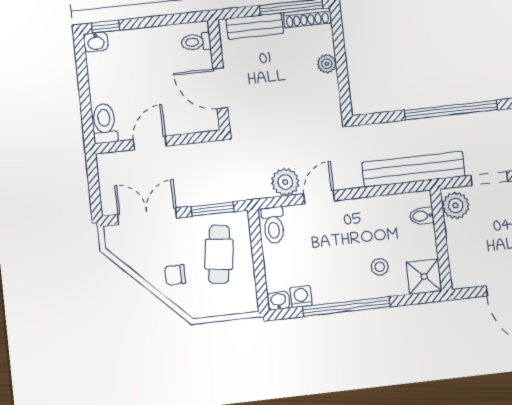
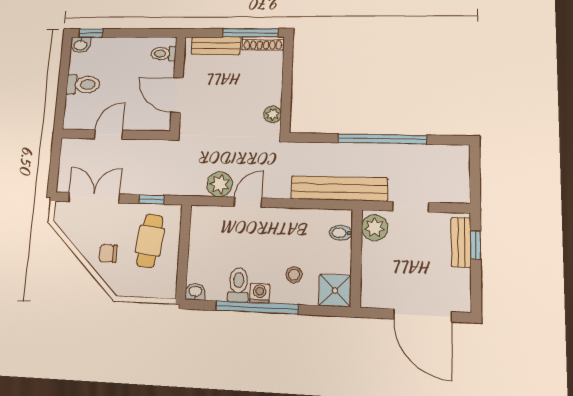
plant: (327, 64) -> (273, 114), moved
toilet: (104, 123) -> (83, 84), moved, turned 90
window: (213, 209) -> (151, 199), width x0.67
toilet: (273, 225) -> (238, 285), moved, turned 180
washing machine: (301, 297) -> (260, 293), moved

